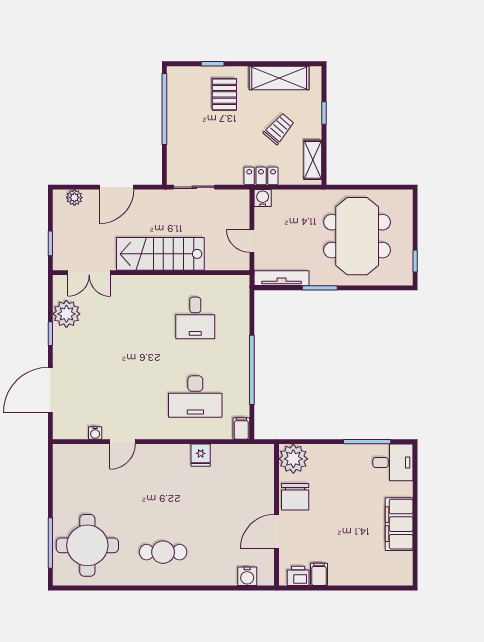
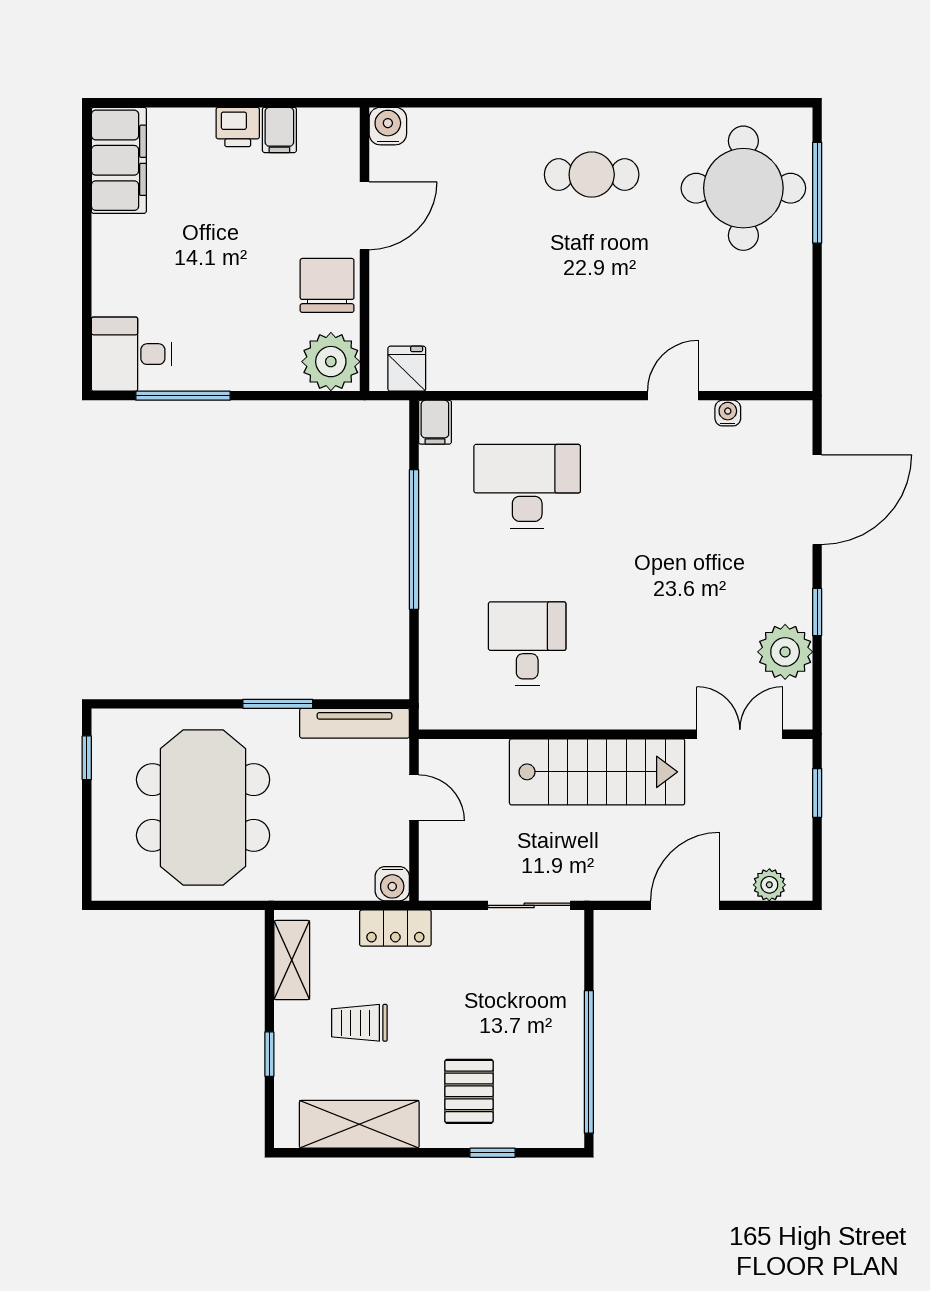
trolley: (279, 129) -> (359, 1023), turned 49
fridge: (201, 455) -> (407, 369), moved
filing cabinet: (399, 524) -> (119, 160), moved
water cooler: (247, 576) -> (388, 126), moved
printer: (298, 576) -> (238, 127), moved

